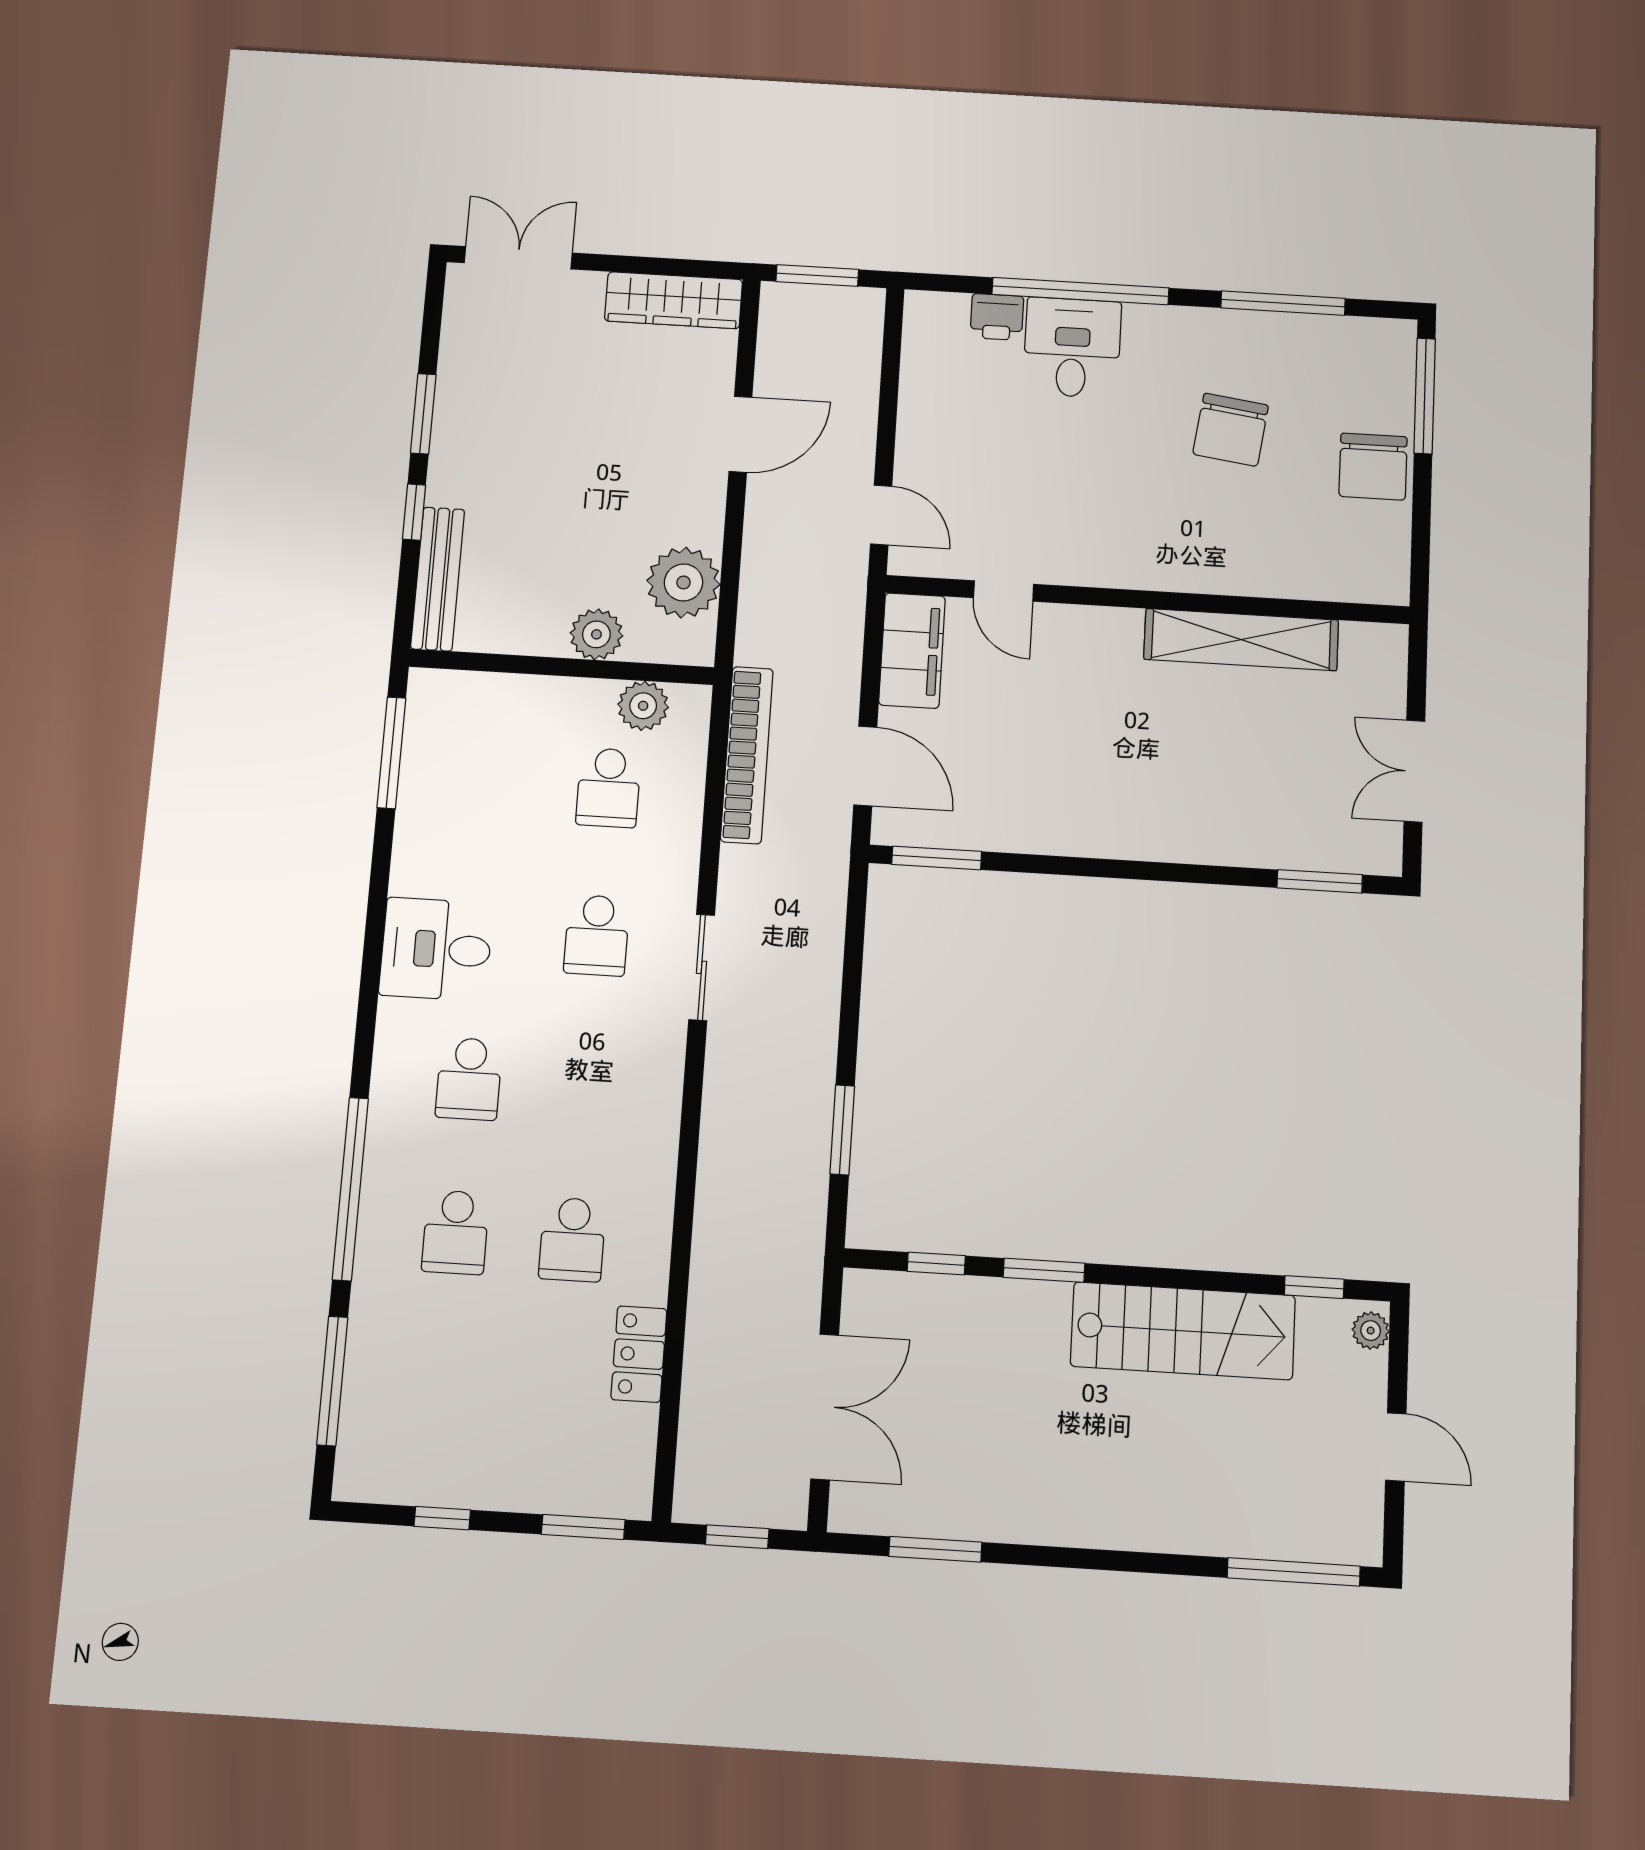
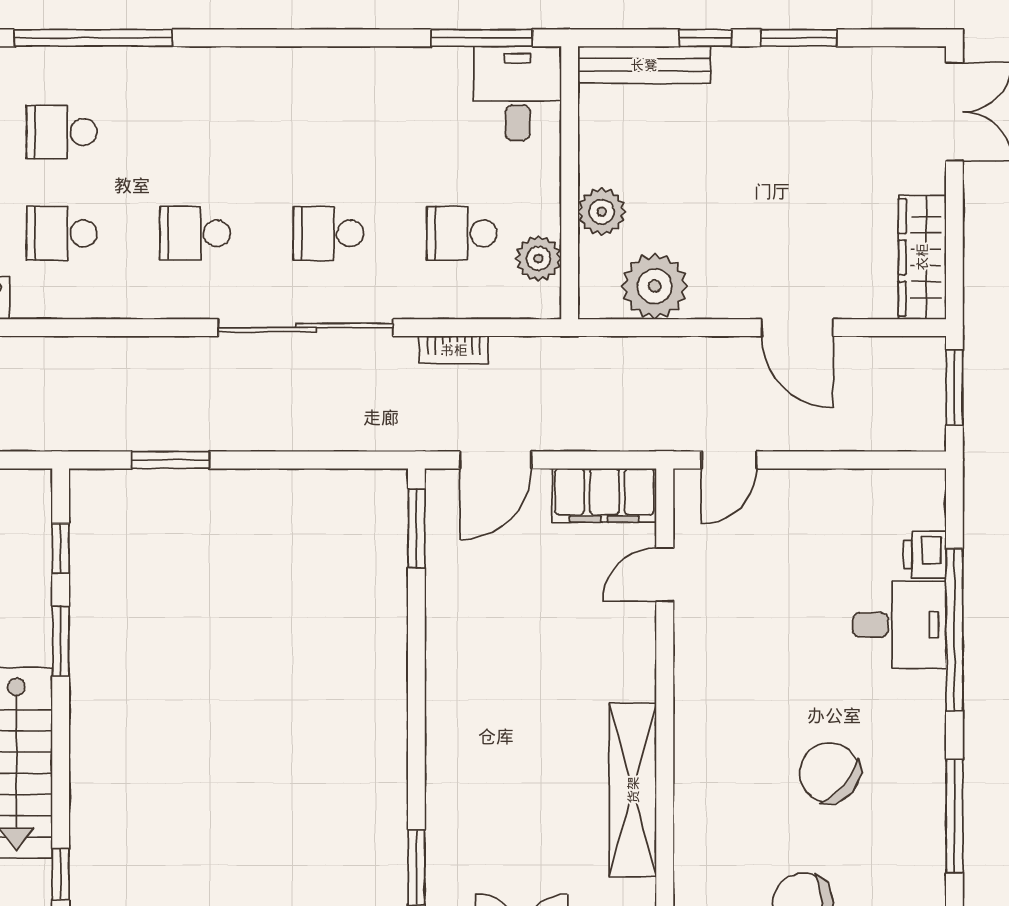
chair: (1231, 430) -> (830, 773), turned 32
bookcase: (747, 755) -> (454, 350), width x0.43, depth x0.76
desk: (436, 949) -> (517, 93), moved
sliding door: (702, 967) -> (306, 328), width x1.86
school desk: (469, 1079) -> (195, 233), moved

